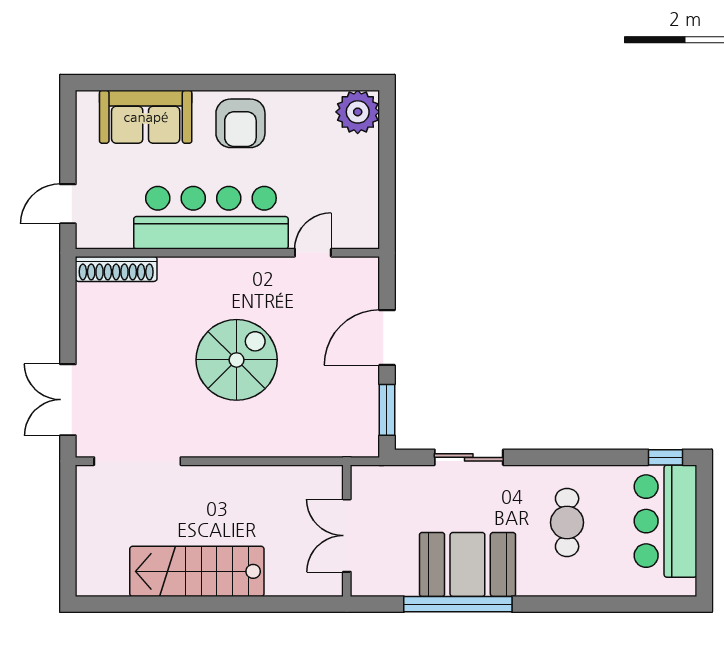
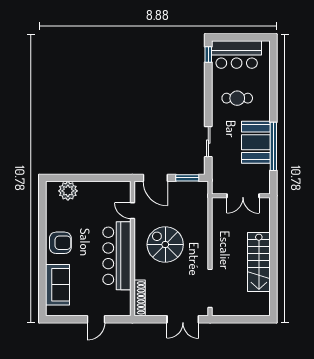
plant: (358, 112) -> (68, 191), moved
door: (68, 204) -> (96, 319), hinge flipped
bar counter: (211, 218) -> (117, 256), moved
wall: (227, 253) -> (132, 249), moved
door: (313, 253) -> (132, 211), moved
shoe rack: (116, 269) -> (140, 298), moved

